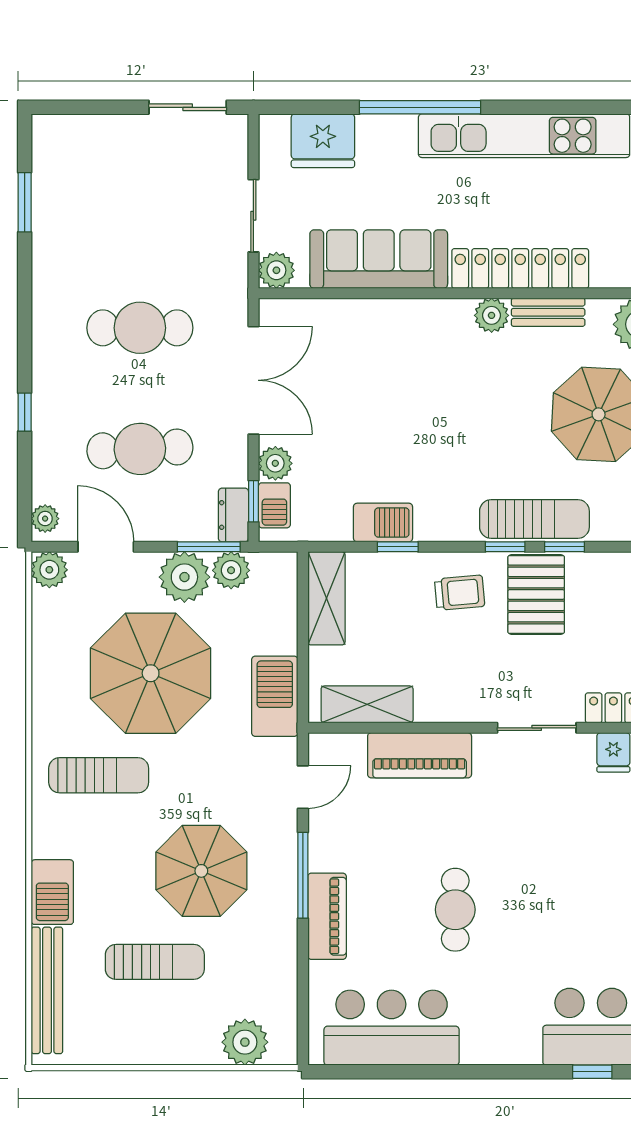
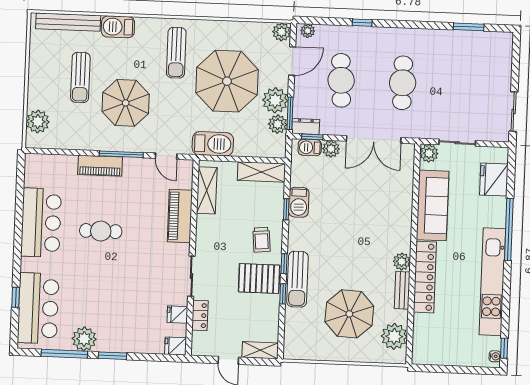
bar counter: (392, 1028) -> (41, 223), moved

